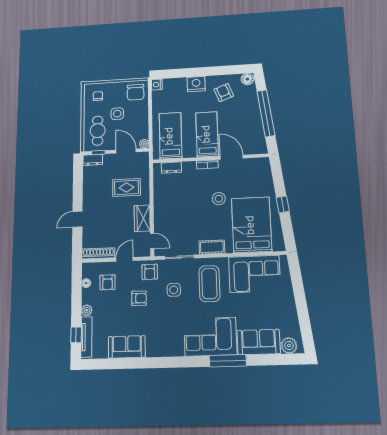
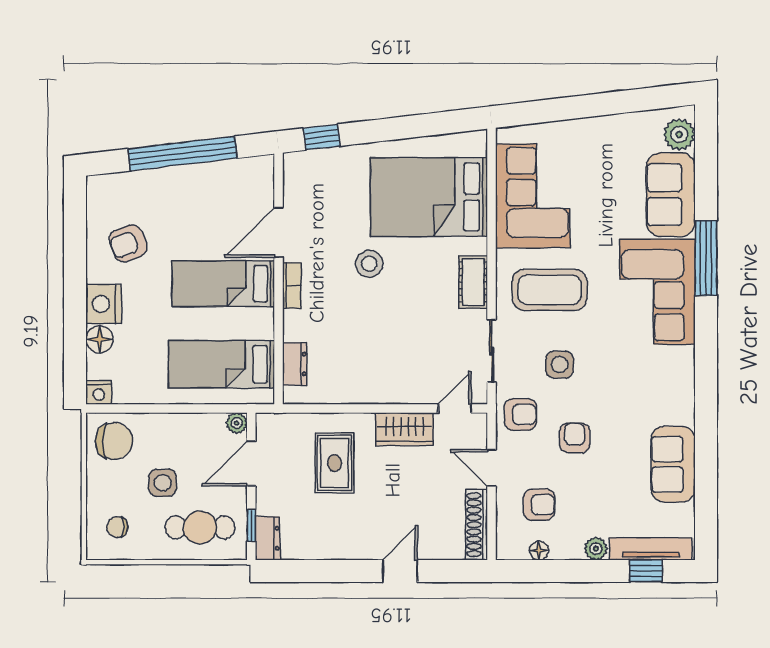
floor lamp: (247, 79) -> (100, 339), moved
window: (283, 204) -> (322, 137), moved
door: (77, 219) -> (400, 571), swing flipped

